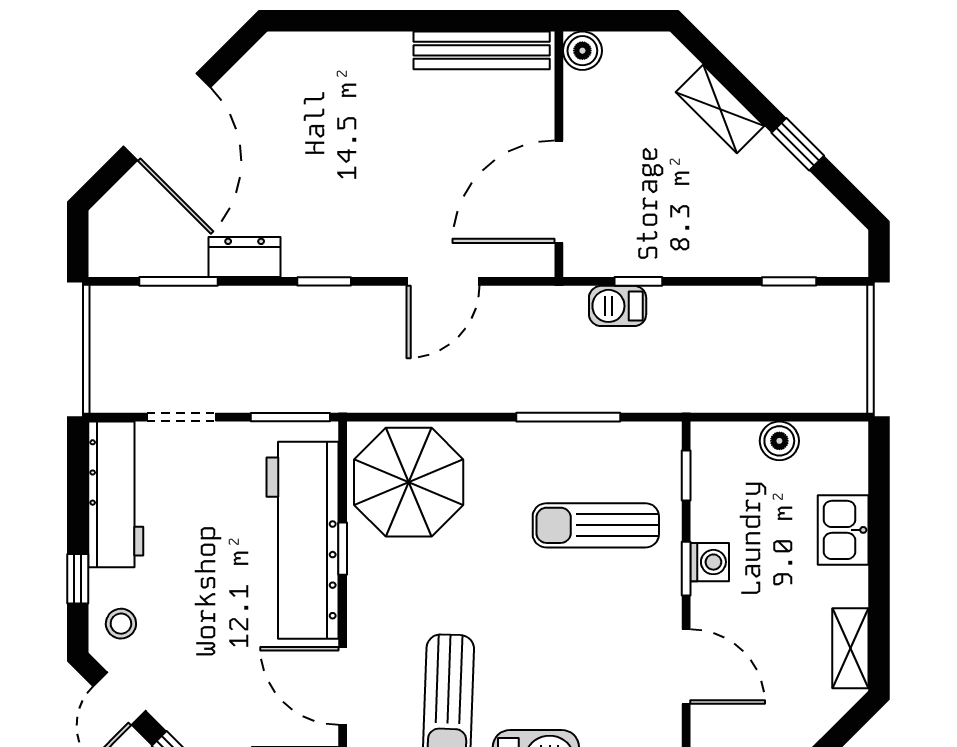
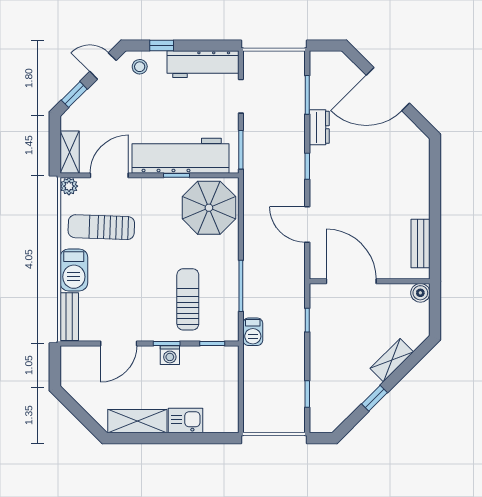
bench: (482, 50) -> (421, 243), width x0.73
barbecue: (618, 306) -> (253, 332), moved, turned 180
boiler: (779, 441) -> (229, 389), removed
shelving: (850, 648) -> (137, 421), width x1.50, depth x1.33

